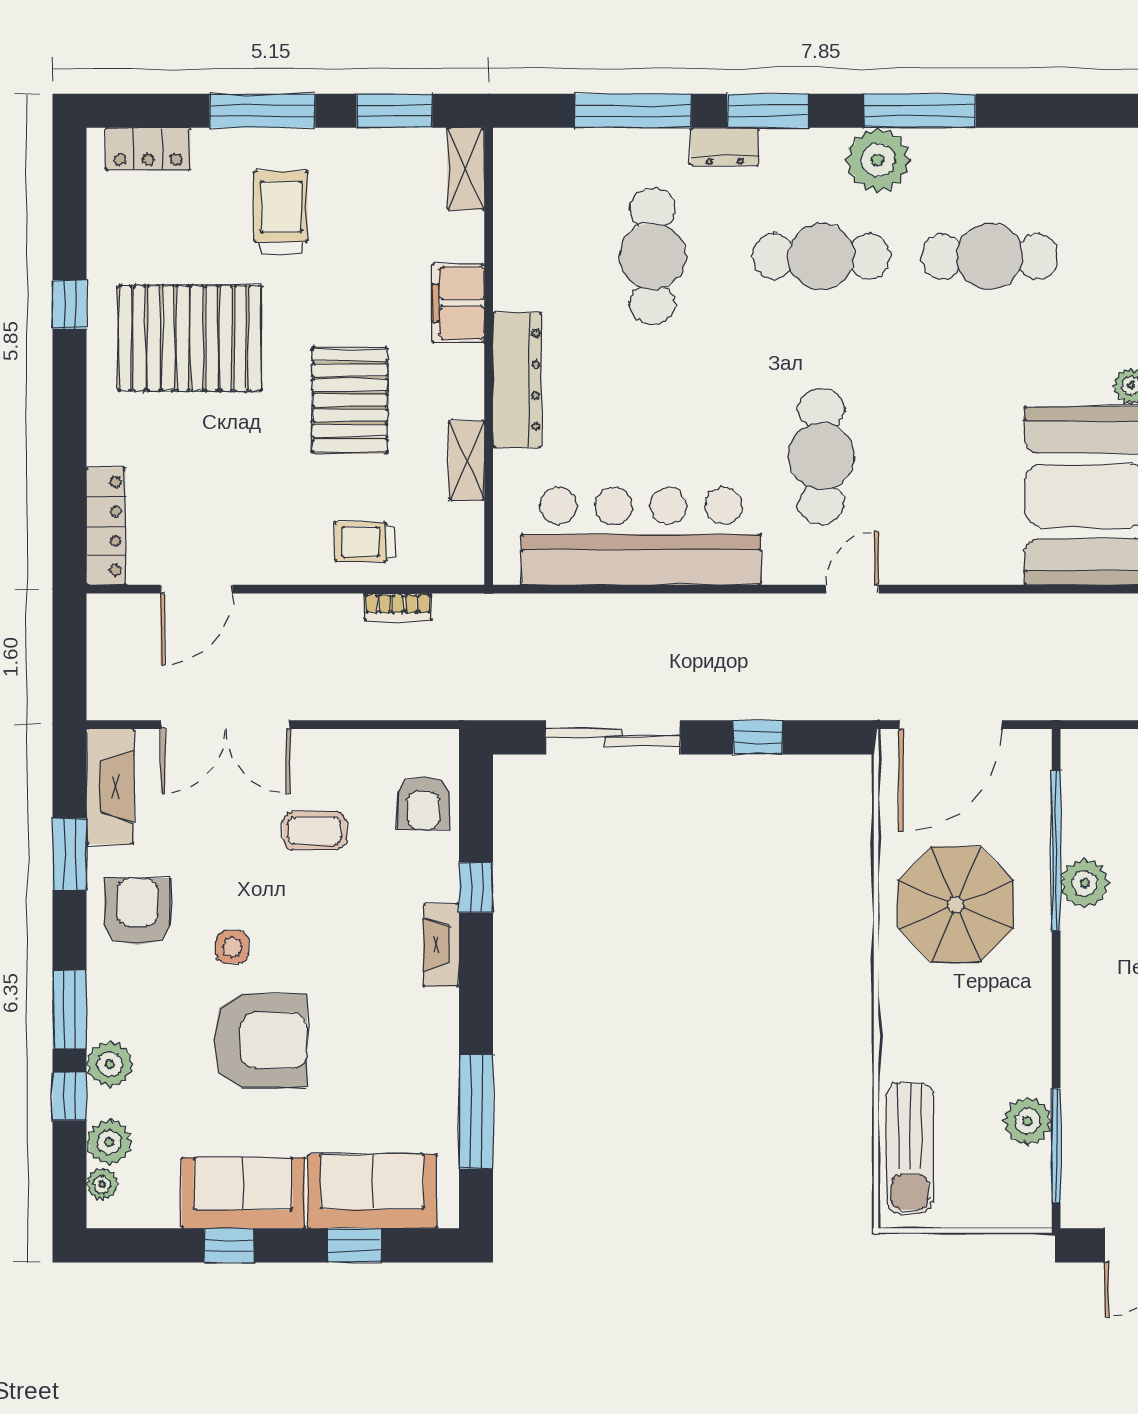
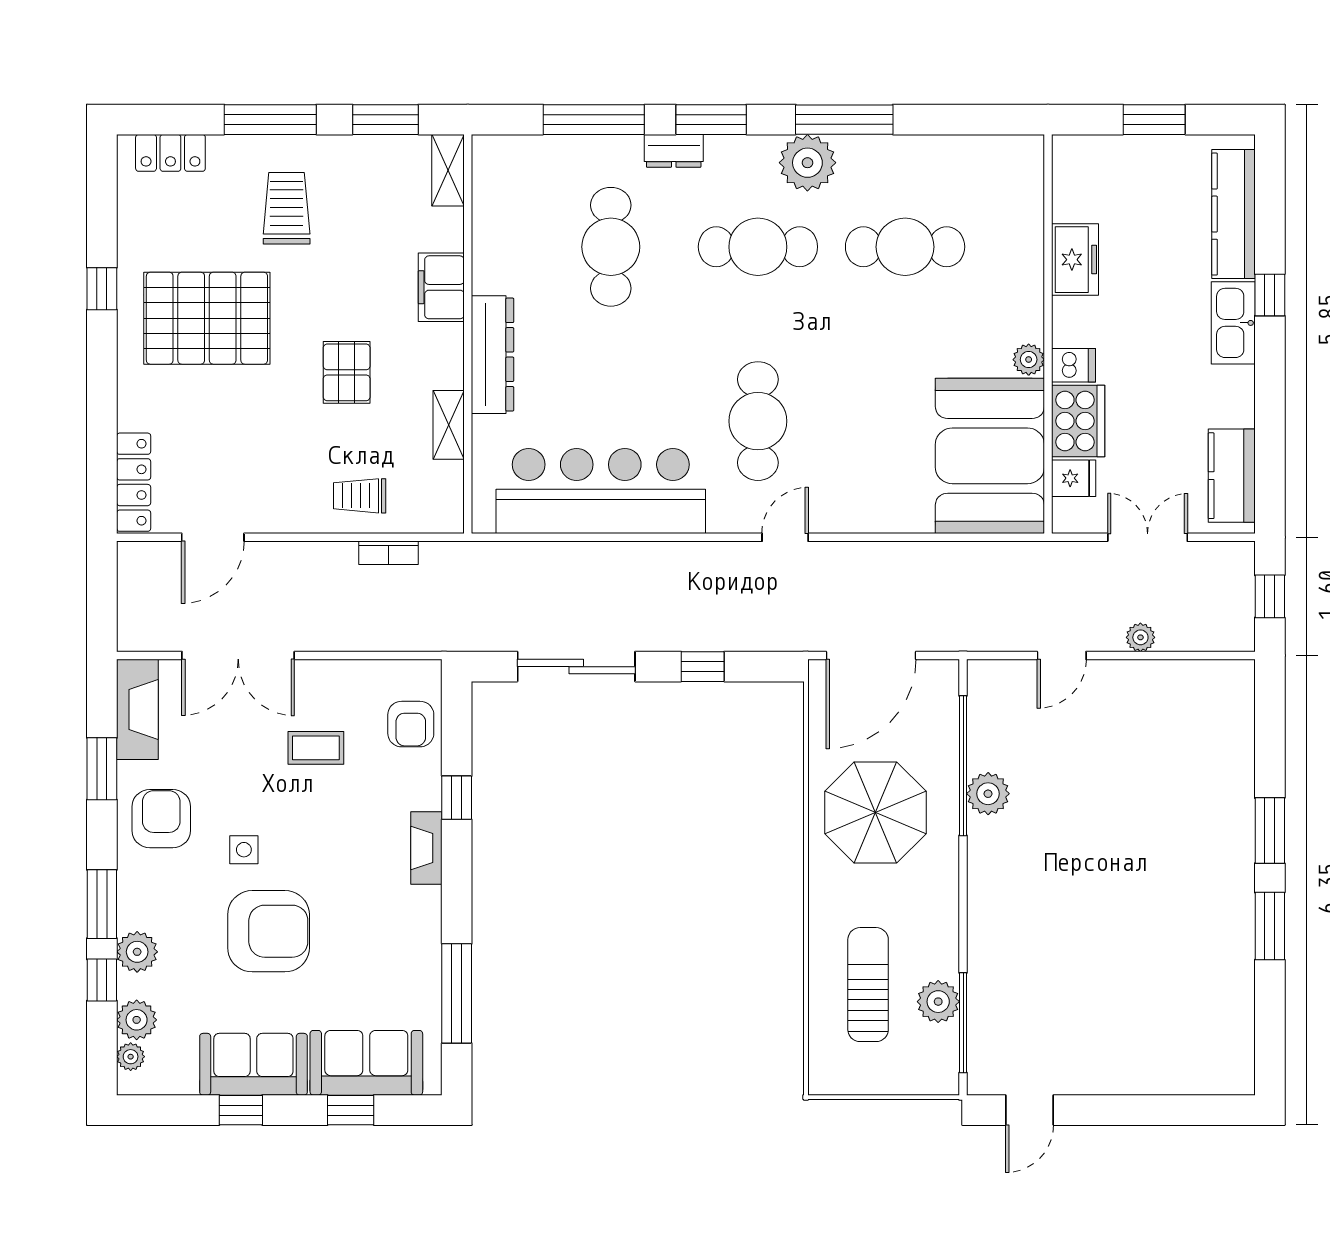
pallet: (350, 400) -> (347, 372), width x0.67, depth x0.71
sun lounger: (910, 1148) -> (868, 985), moved, turned 180

